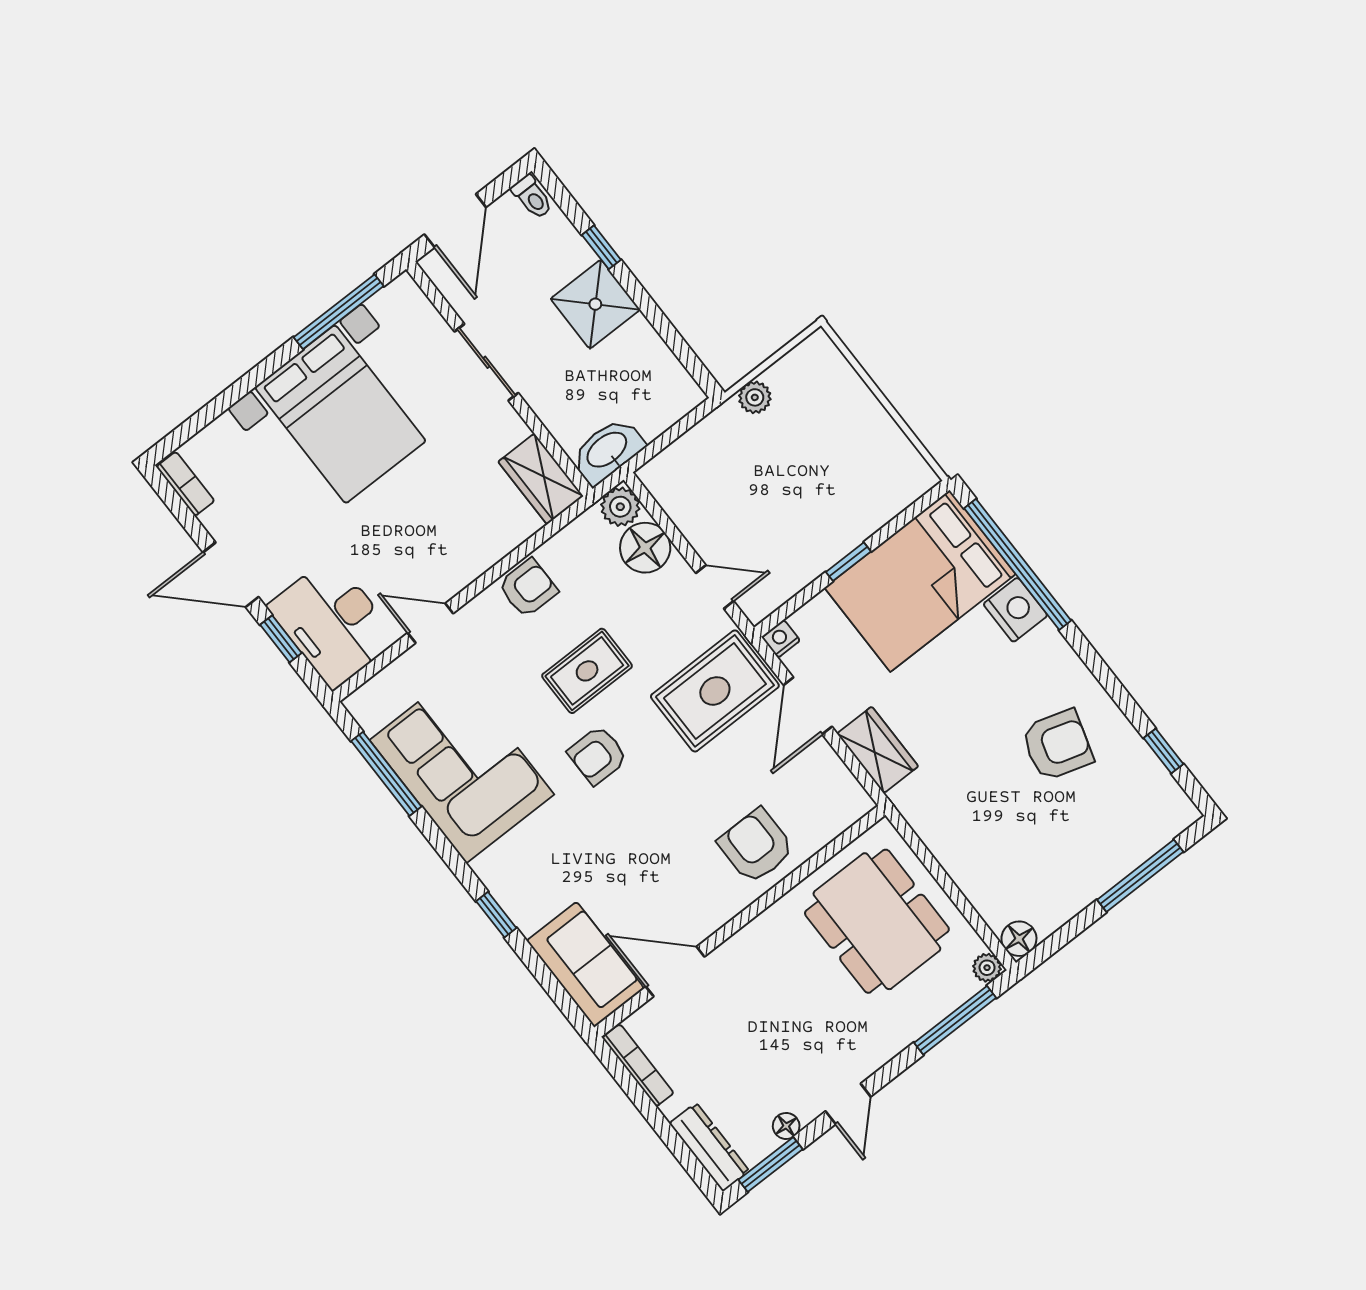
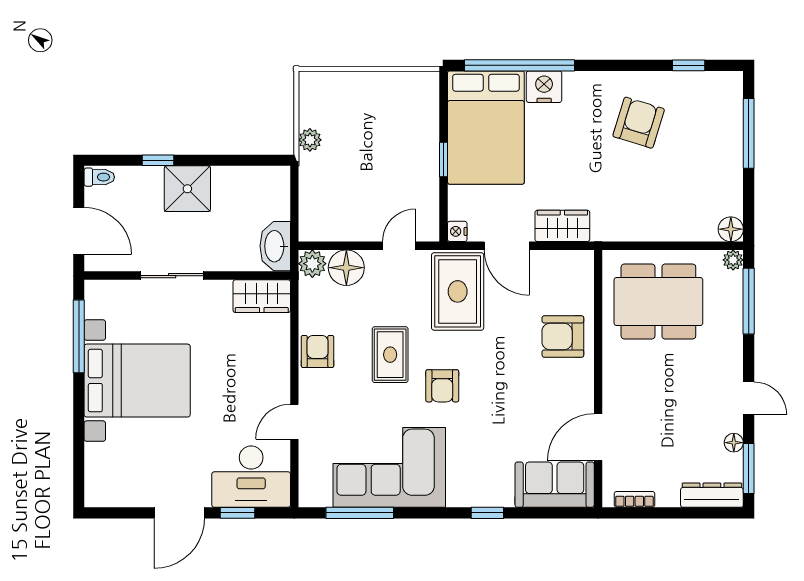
bookcase: (185, 484) -> (108, 498), removed
bookcase: (638, 1065) -> (634, 499), width x0.64

